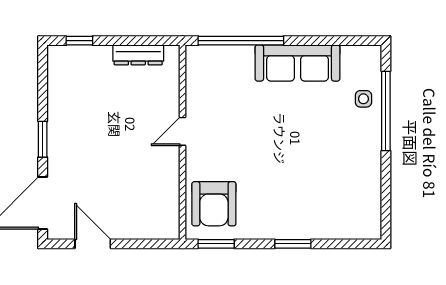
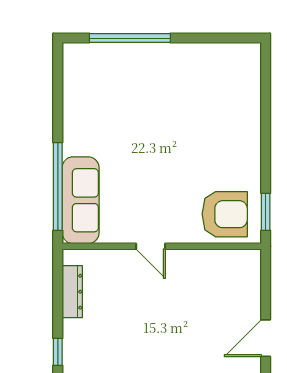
sofa: (298, 63) -> (81, 200), moved
side table: (363, 99) -> (117, 61), removed
window: (293, 244) -> (266, 133), removed

